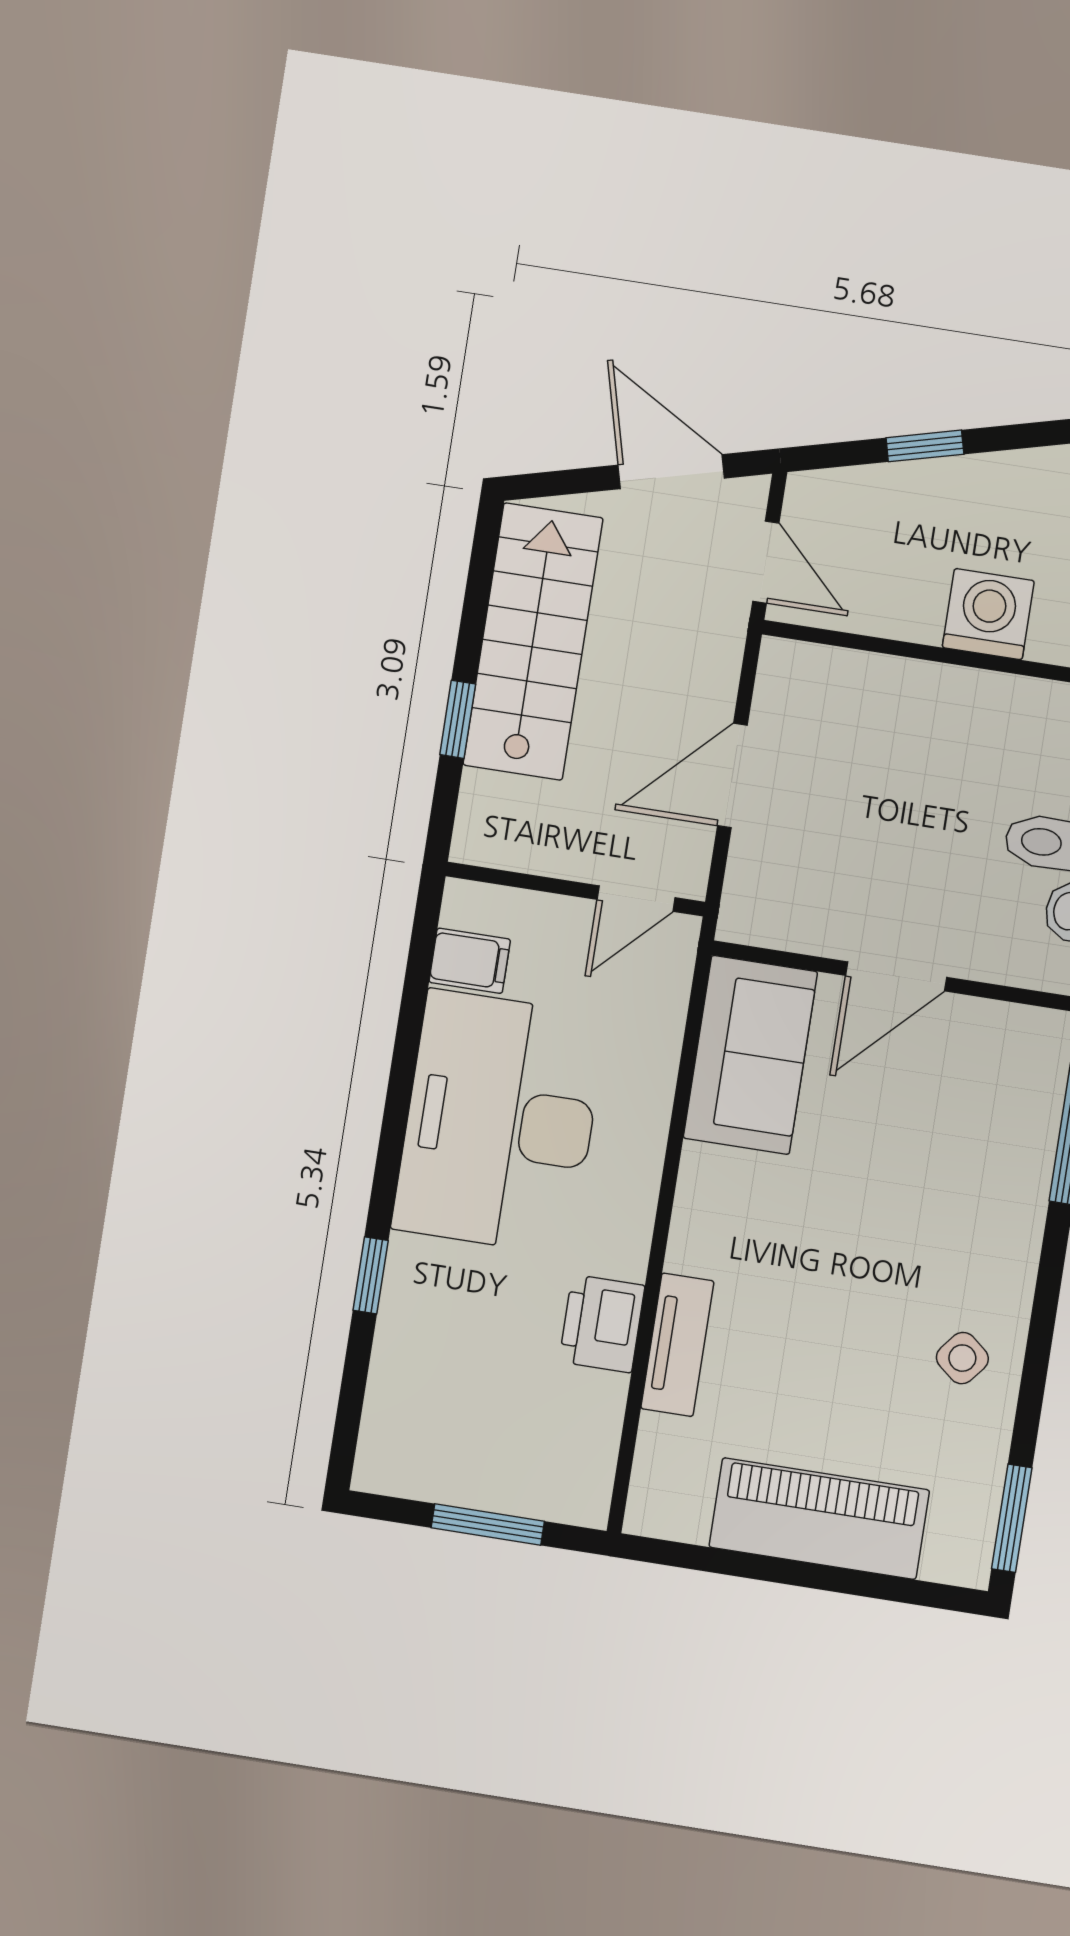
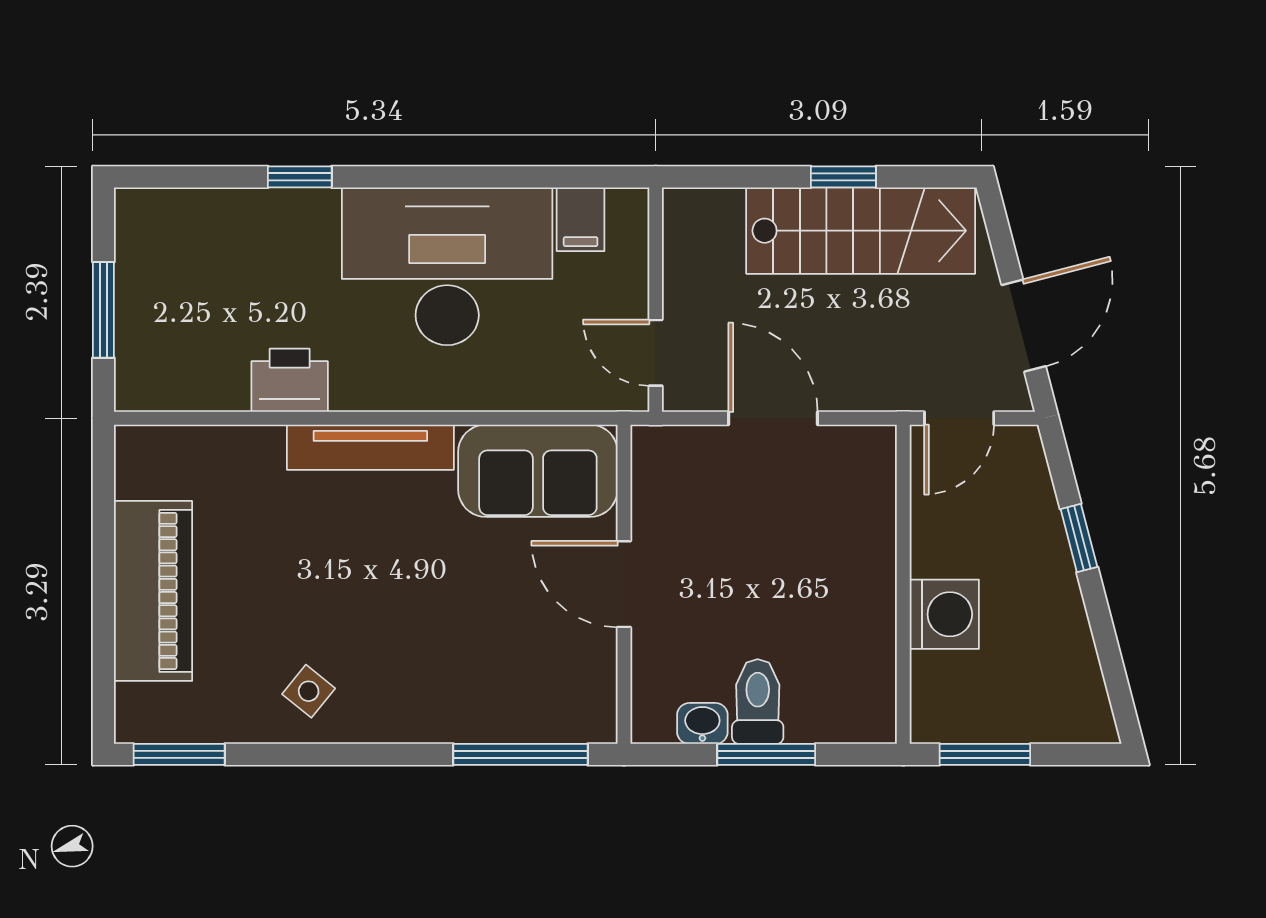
window: (458, 719) -> (843, 177), moved
tv unit: (677, 1345) -> (370, 447), moved, width x1.41

